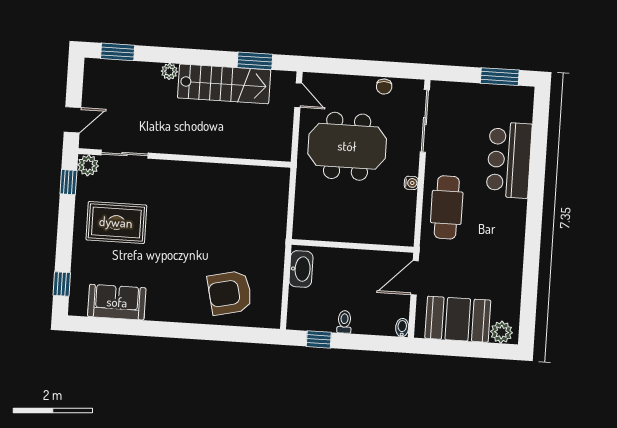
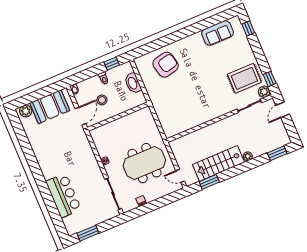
cafe table: (447, 207) -> (82, 158), removed
rug: (116, 222) -> (244, 78), moved
washbasin: (301, 269) -> (133, 83), moved
stool: (365, 287) -> (102, 100), added

